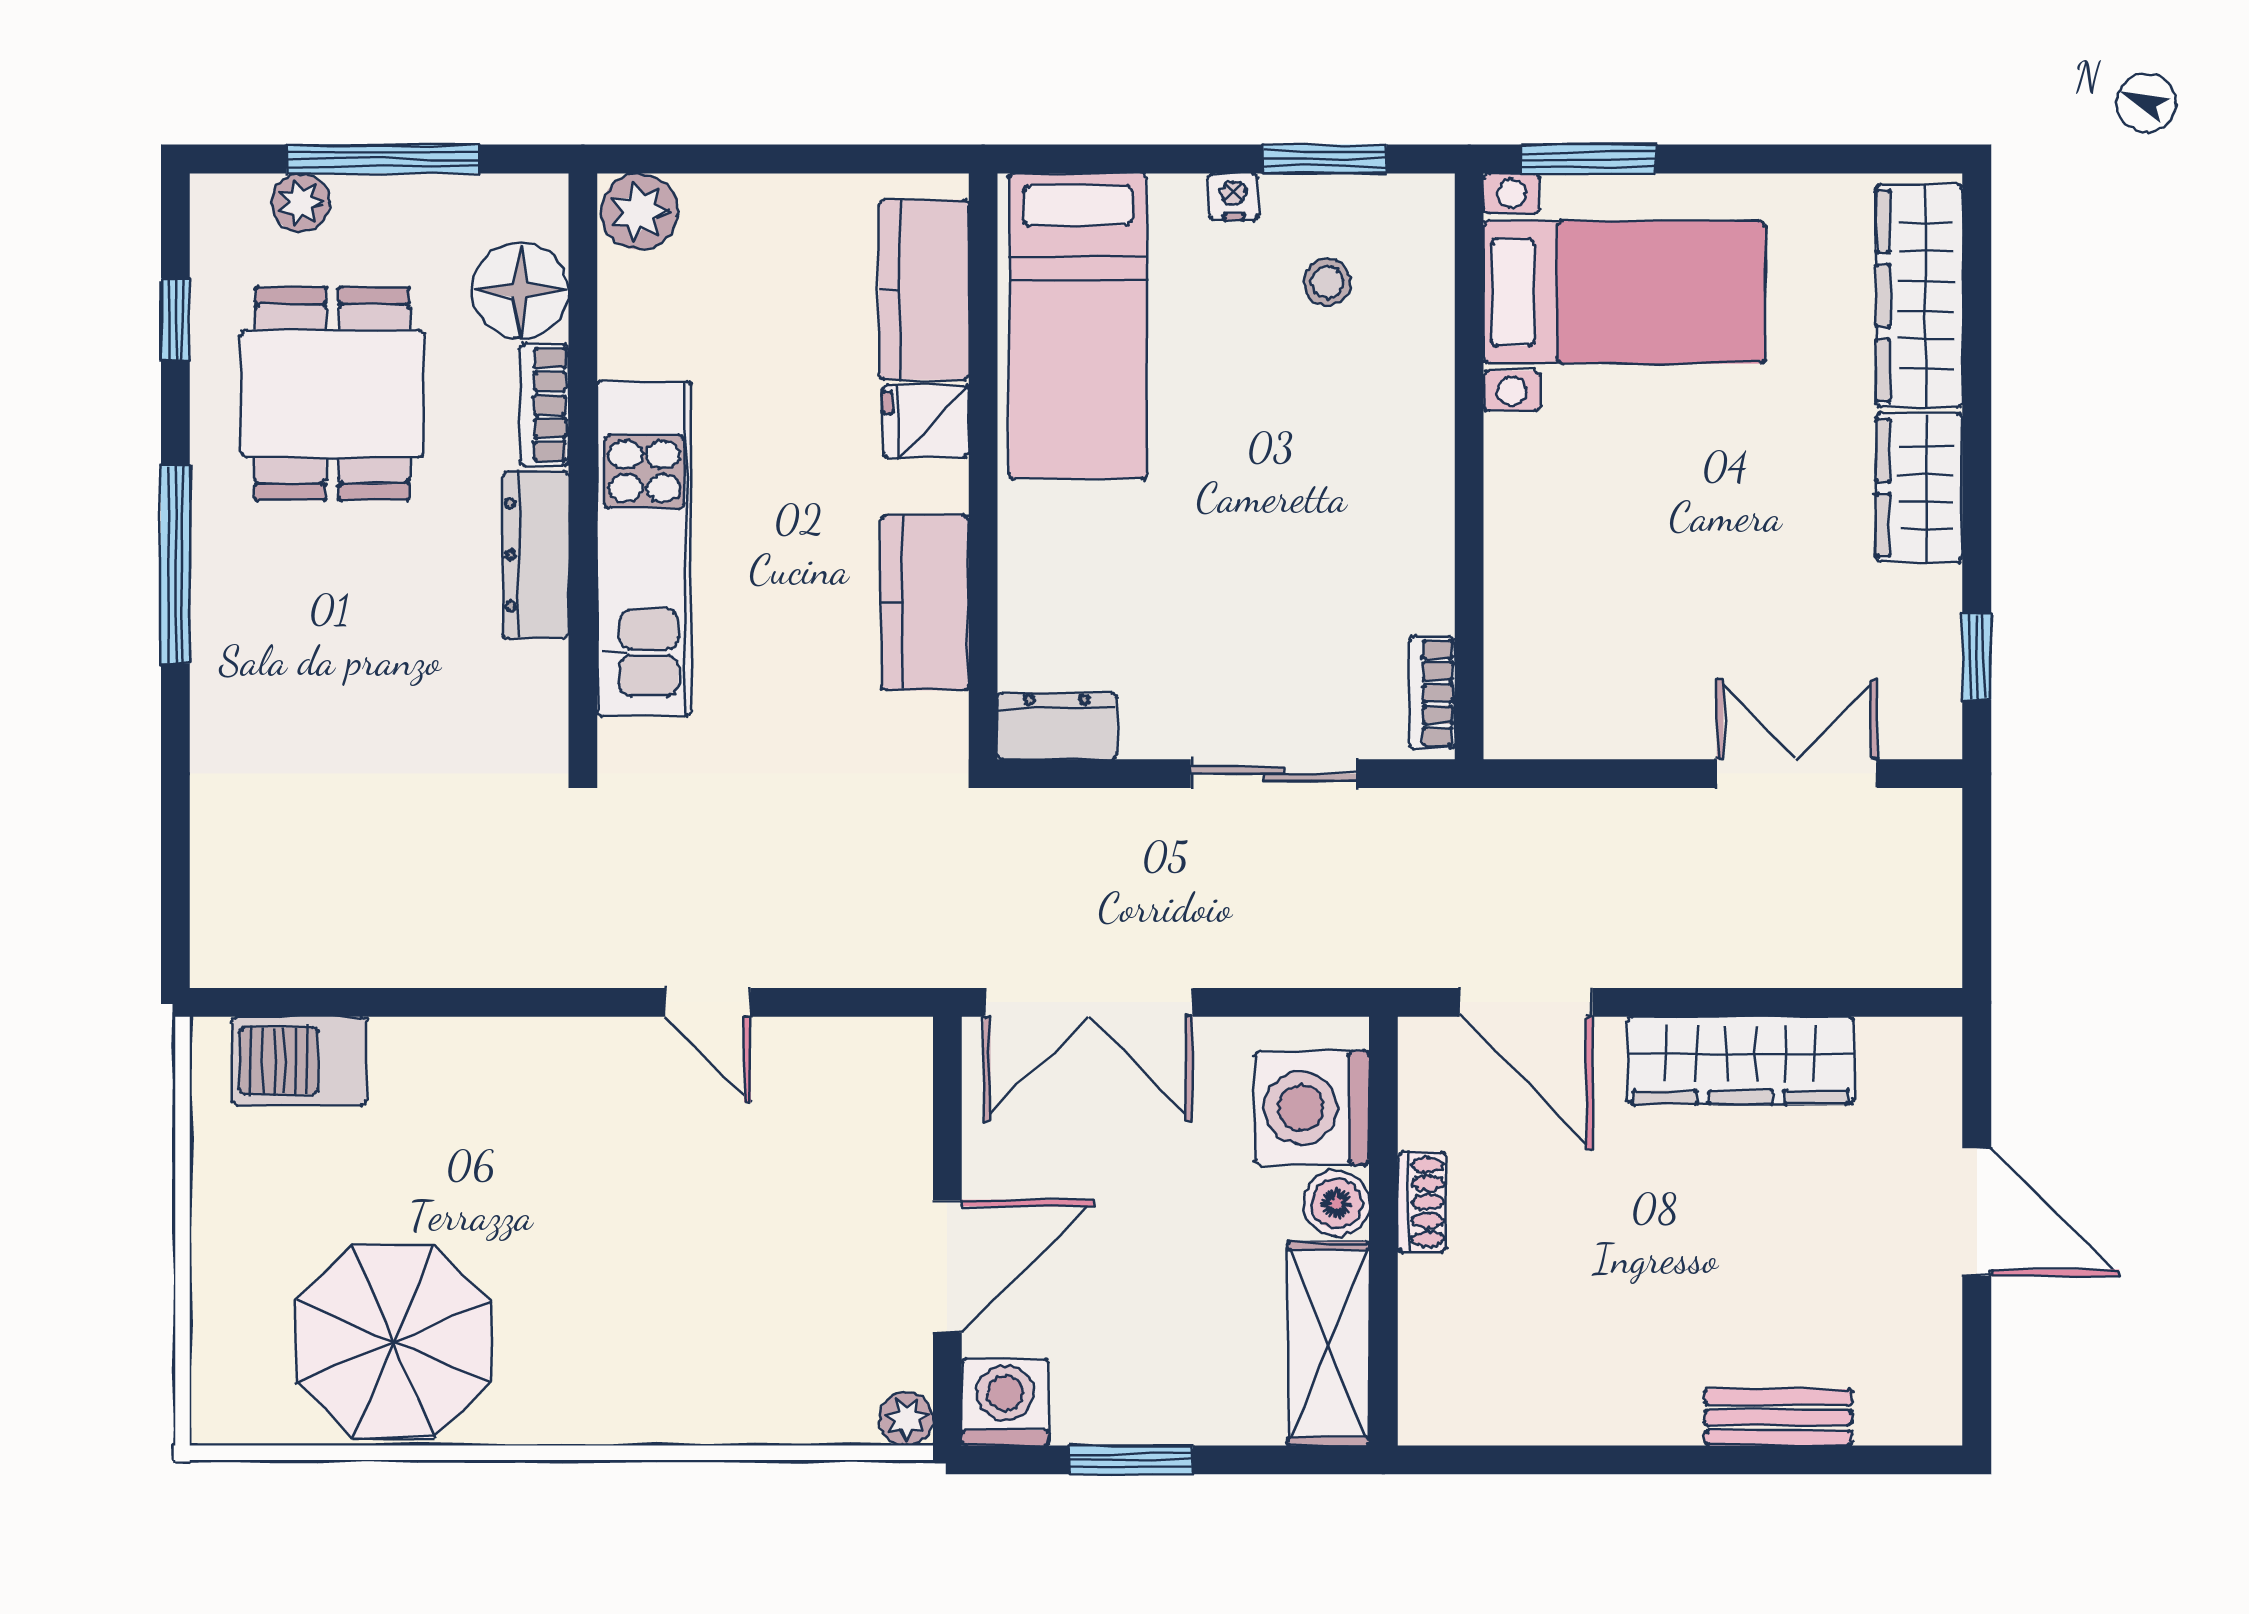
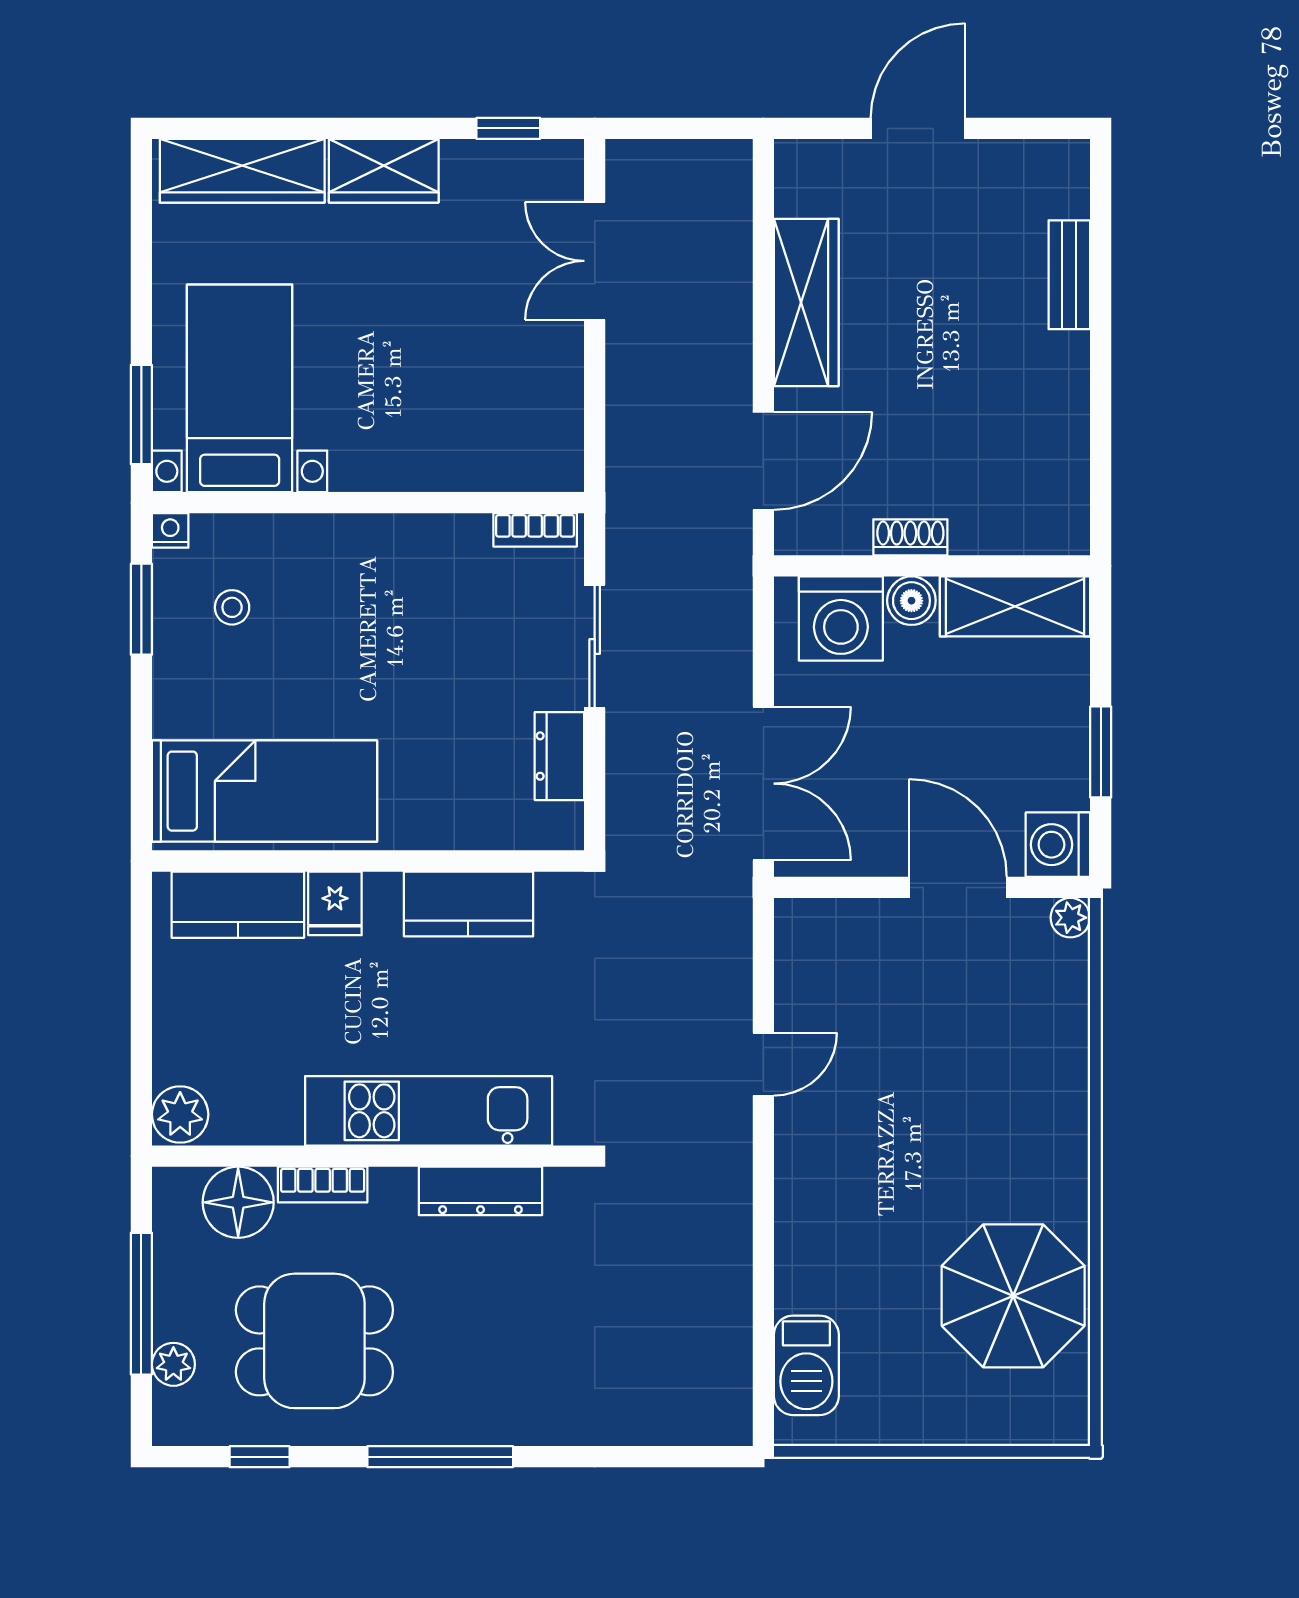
nightstand: (1234, 197) -> (170, 530), moved, turned 90
dresser: (536, 555) -> (480, 1191), moved
dresser: (1057, 726) -> (559, 756), moved

